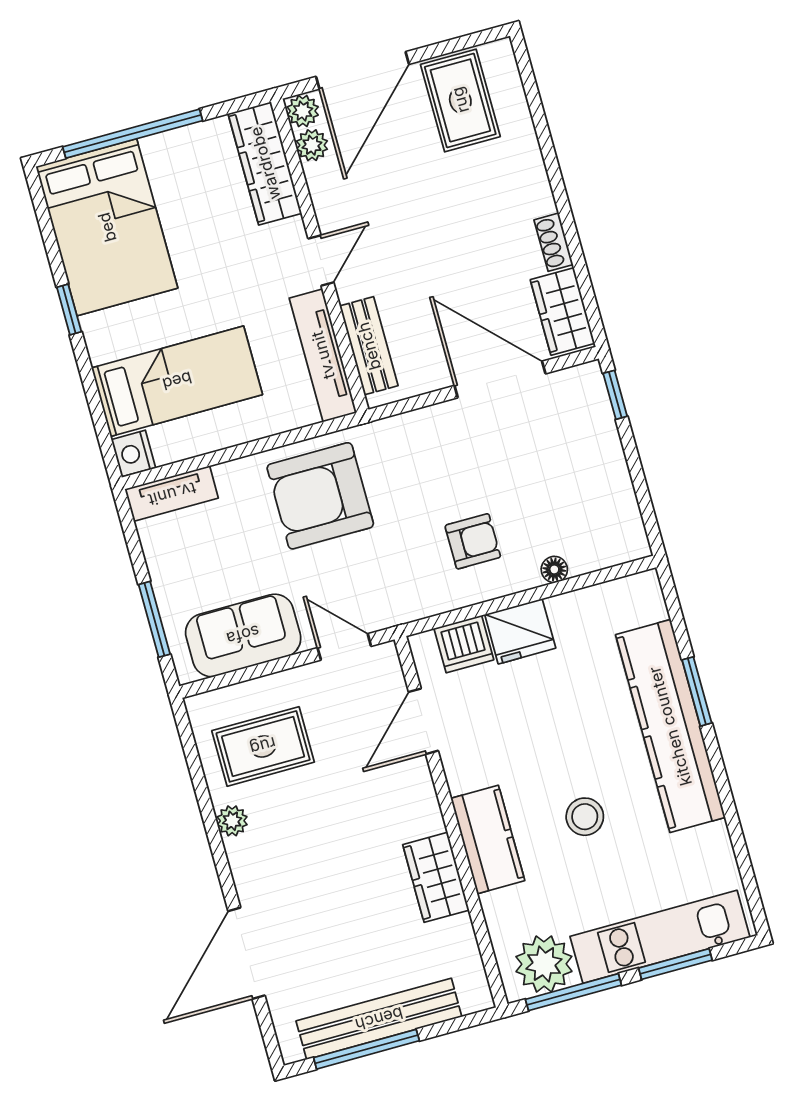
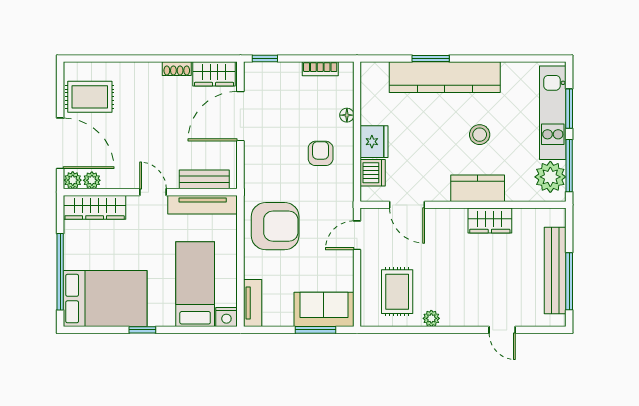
armchair: (320, 496) -> (275, 226), turned -90
bookcase: (624, 499) -> (320, 69), added
sofa: (243, 635) -> (324, 309), moved, turned 90
door: (246, 953) -> (502, 330), width x0.53

